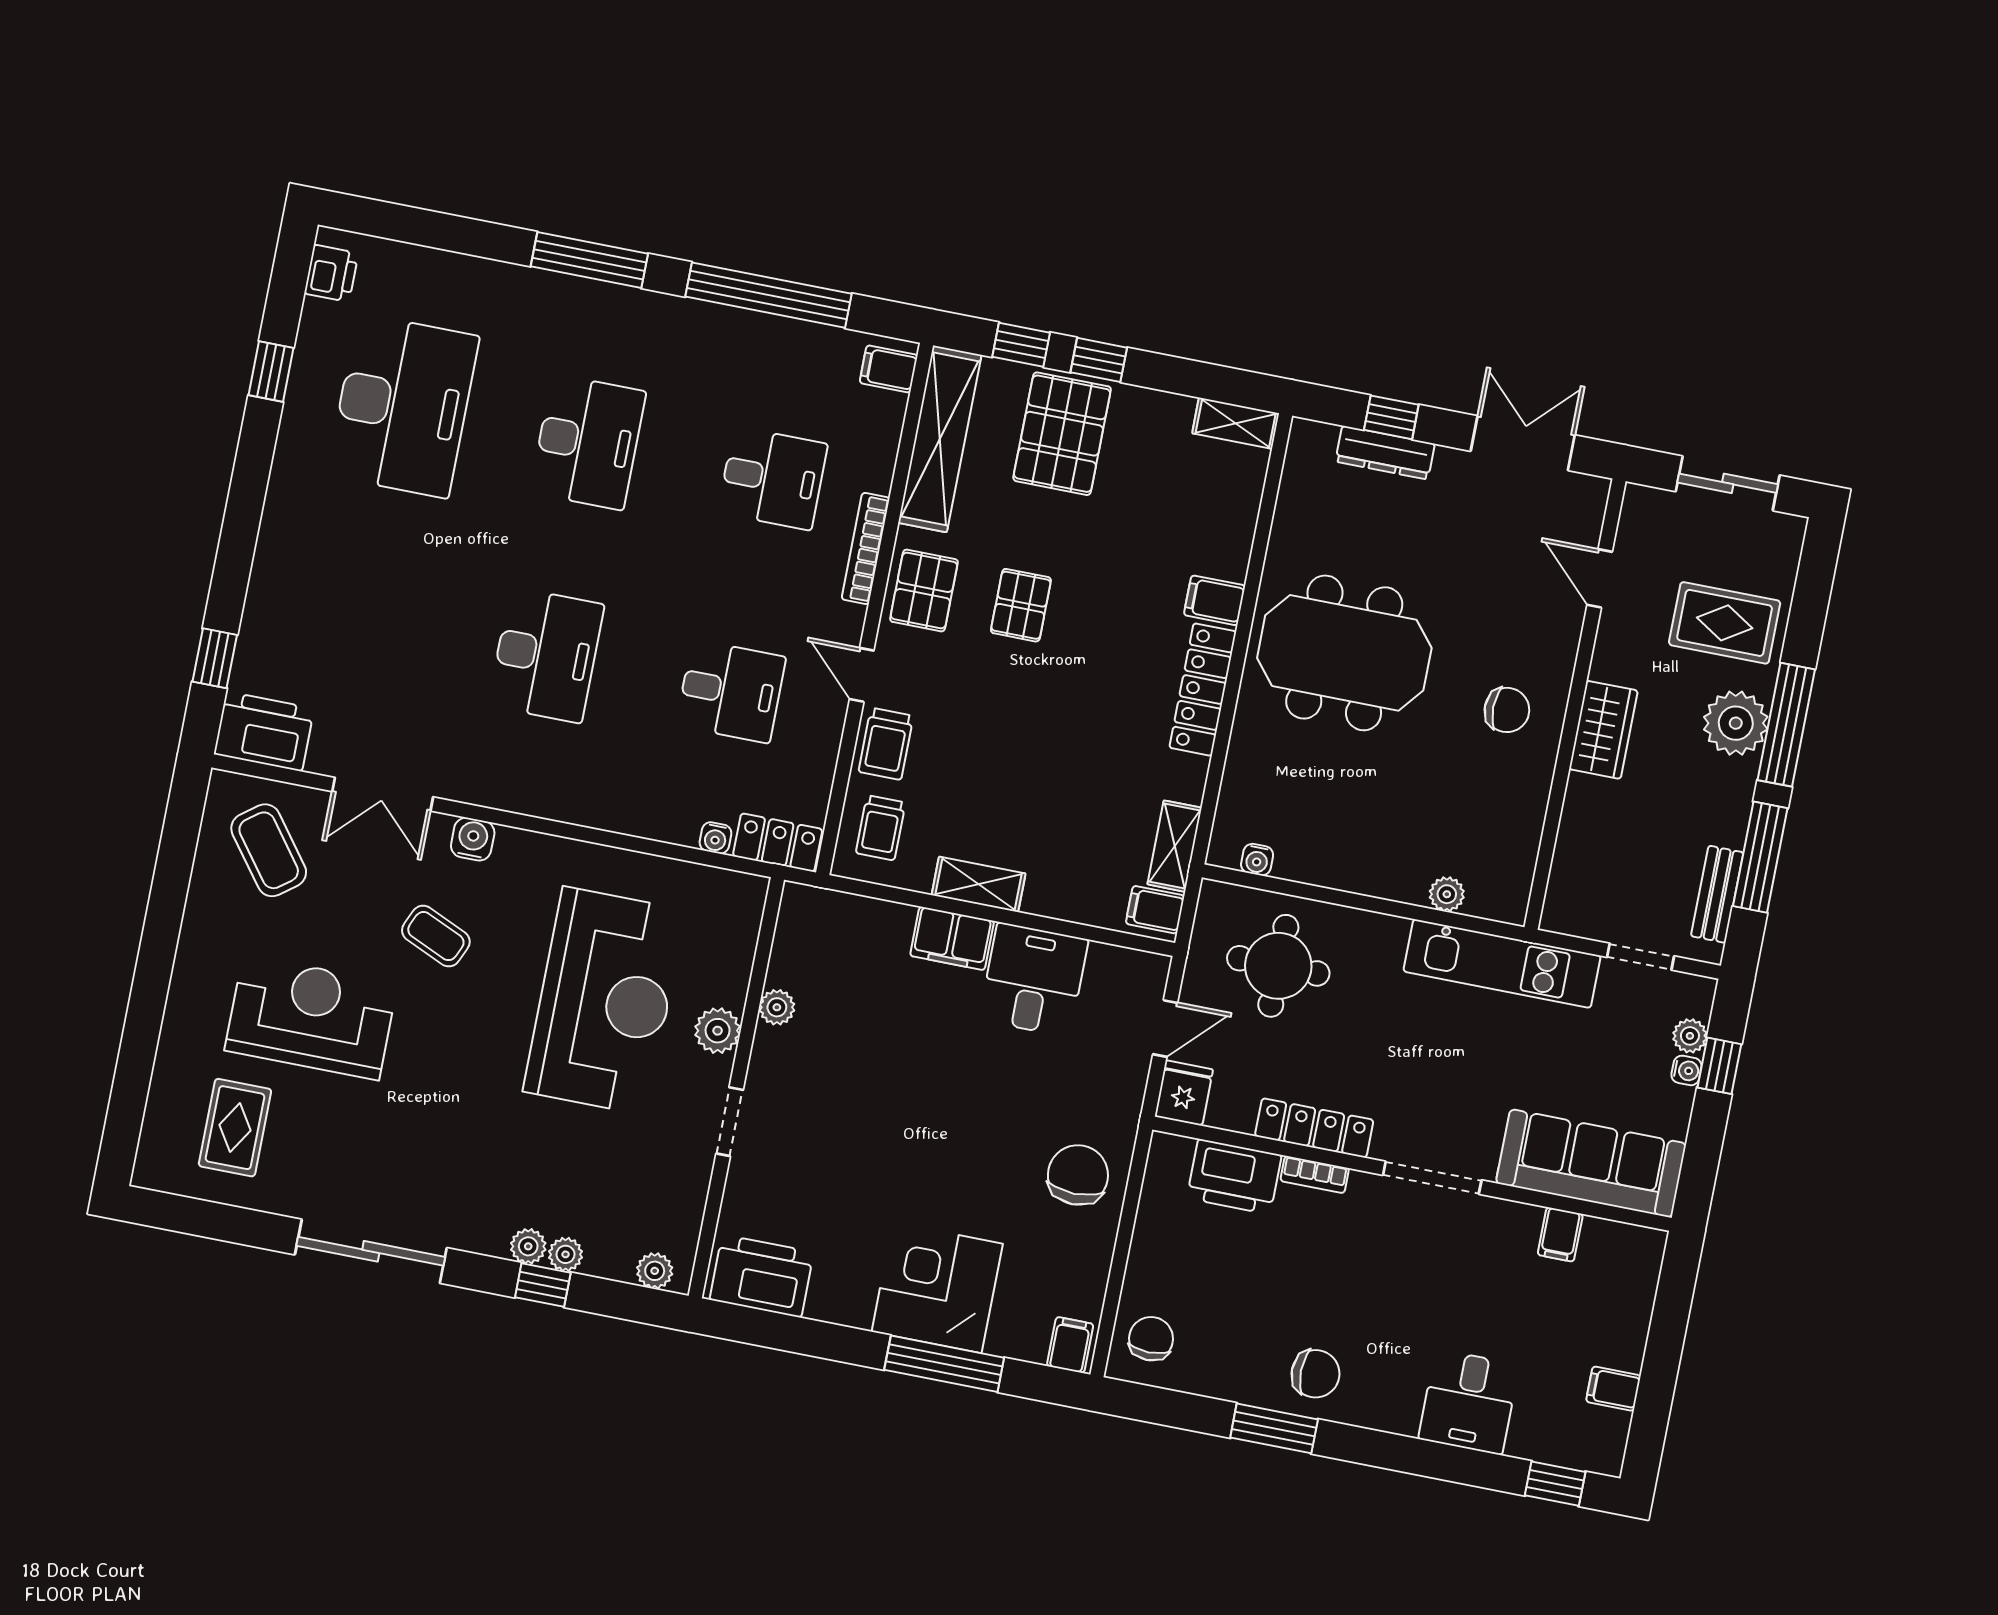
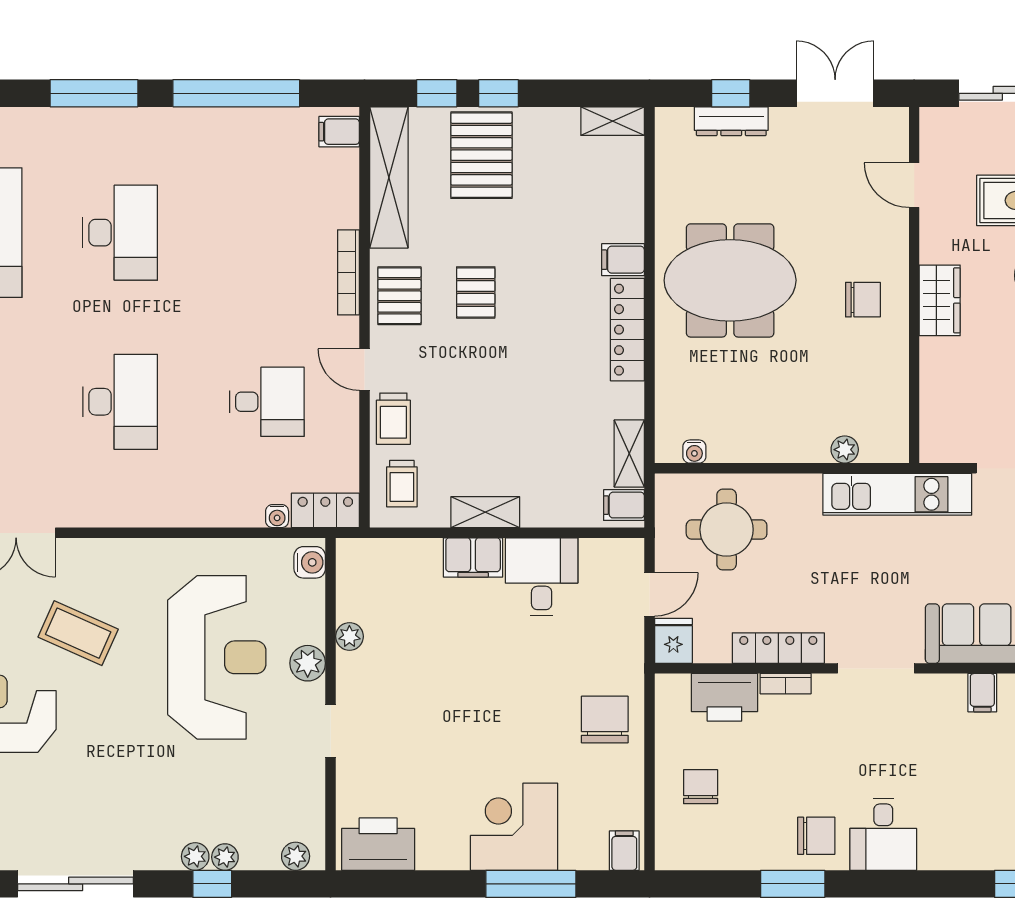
desk: (773, 478) -> (267, 233), removed
water cooler: (473, 839) -> (310, 562), moved, turned 90
coffee table: (436, 936) -> (78, 633), width x1.36, depth x1.30
chair: (1151, 1339) -> (701, 787), moved
desk: (1469, 1402) -> (883, 834), moved

